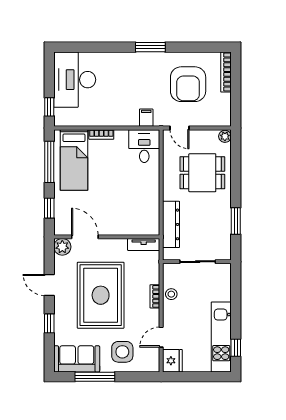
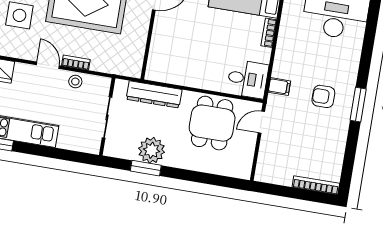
armchair: (188, 84) -> (323, 96), moved, width x0.53, depth x0.53
plant: (225, 136) -> (152, 150), moved, width x1.87, depth x1.87
dining table: (202, 173) -> (212, 123), moved
tv unit: (144, 244) -> (137, 60), removed
door: (161, 337) -> (48, 65), moved

